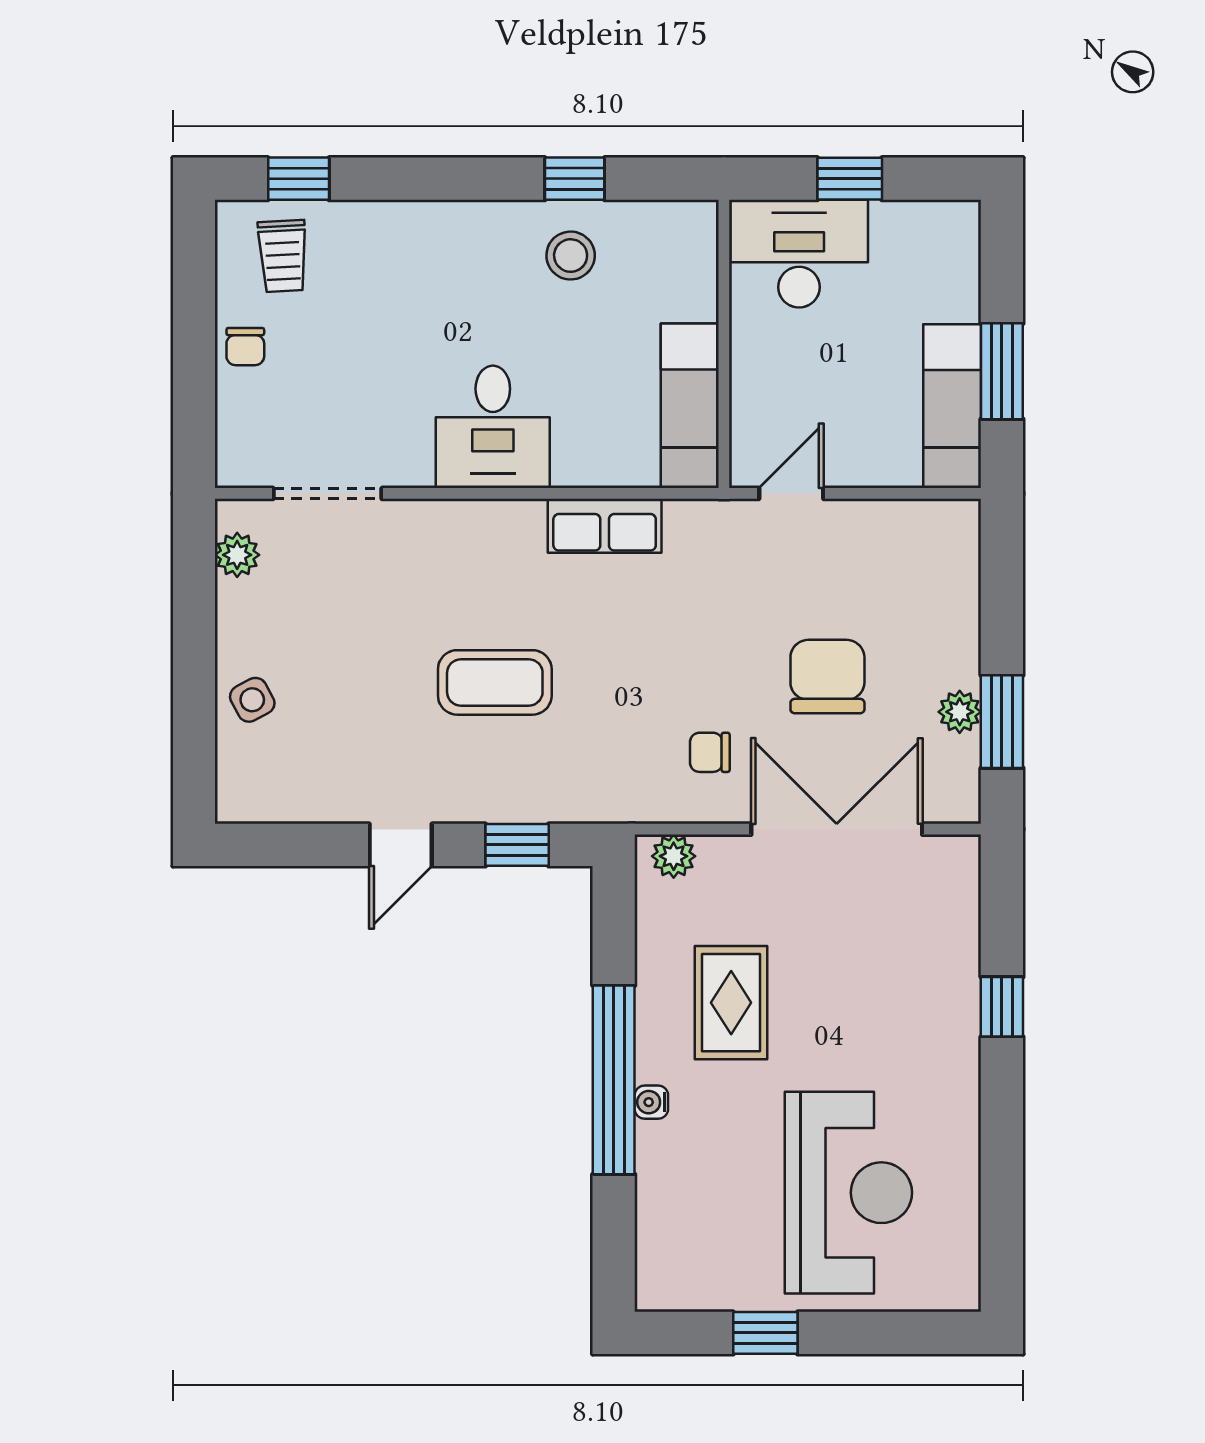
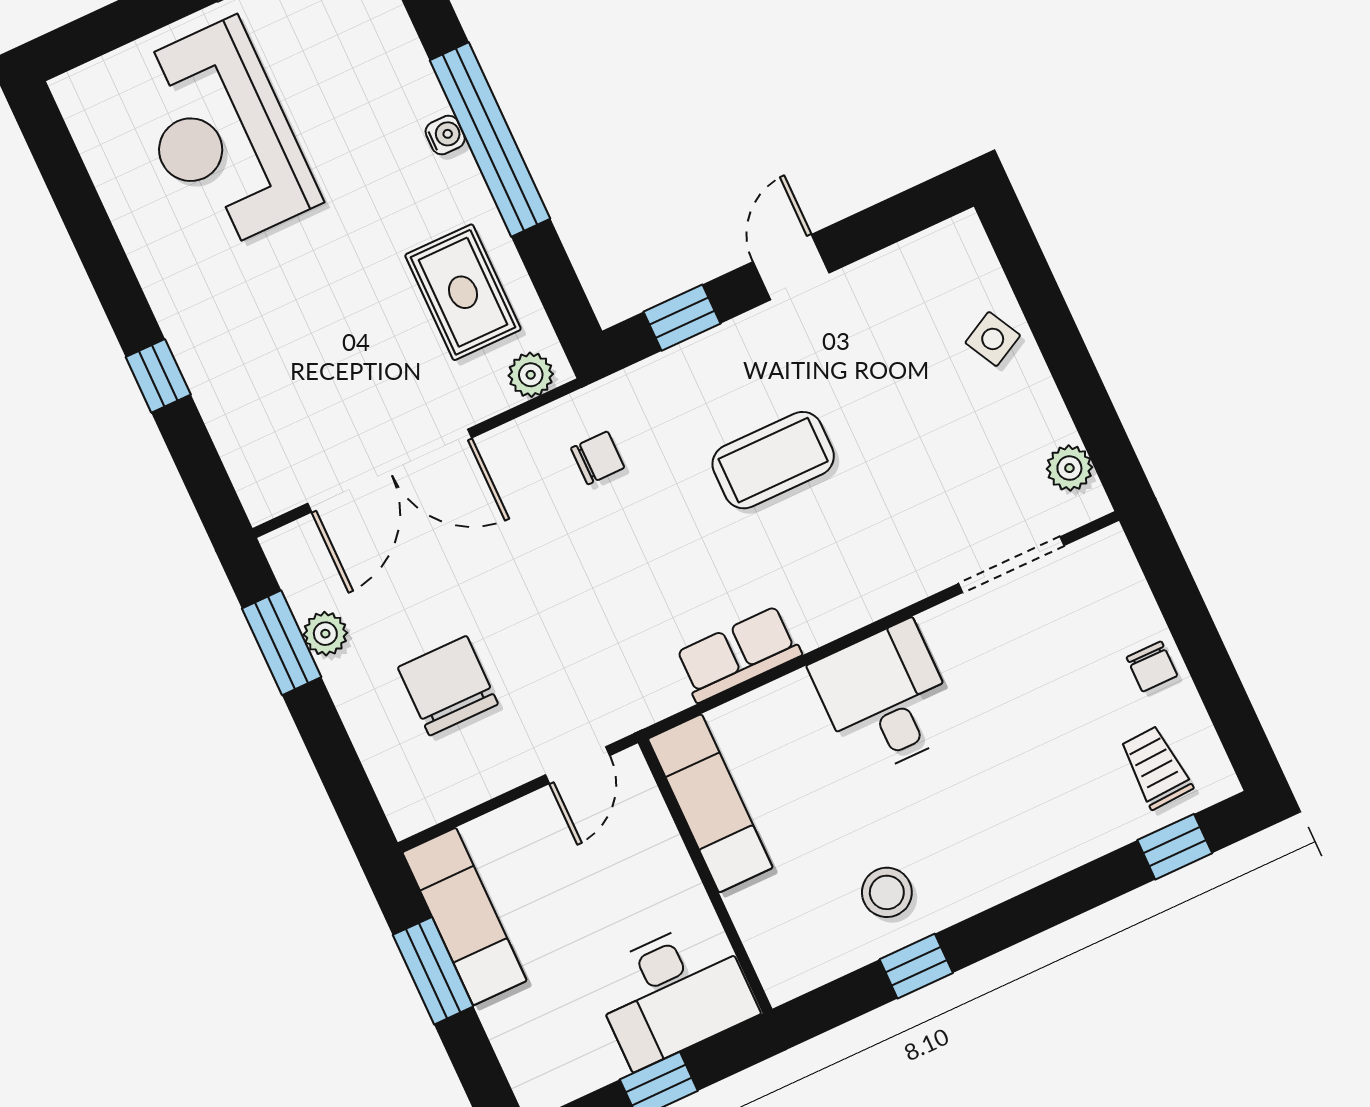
chair: (245, 347) -> (1152, 667), turned 180
chair: (827, 677) -> (448, 686), moved, turned 180
chair: (710, 752) -> (598, 458), moved
rug: (731, 1003) -> (463, 292), moved

